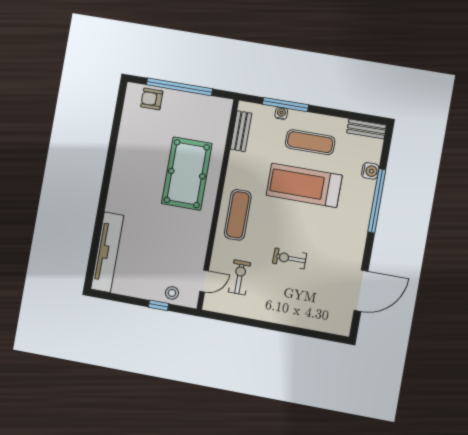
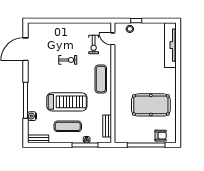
pool table: (187, 174) -> (151, 105), moved, turned 90
door: (204, 281) -> (113, 39), hinge flipped

